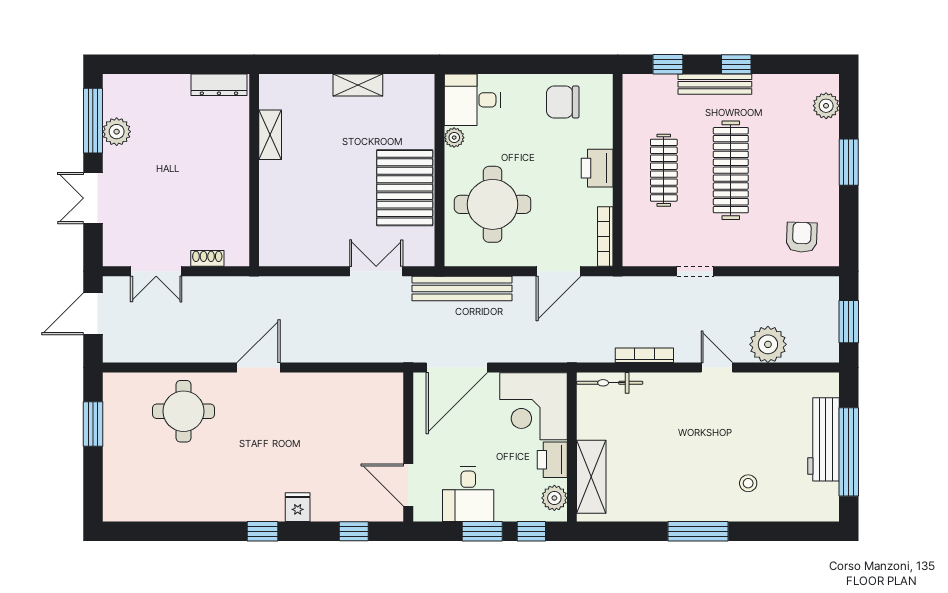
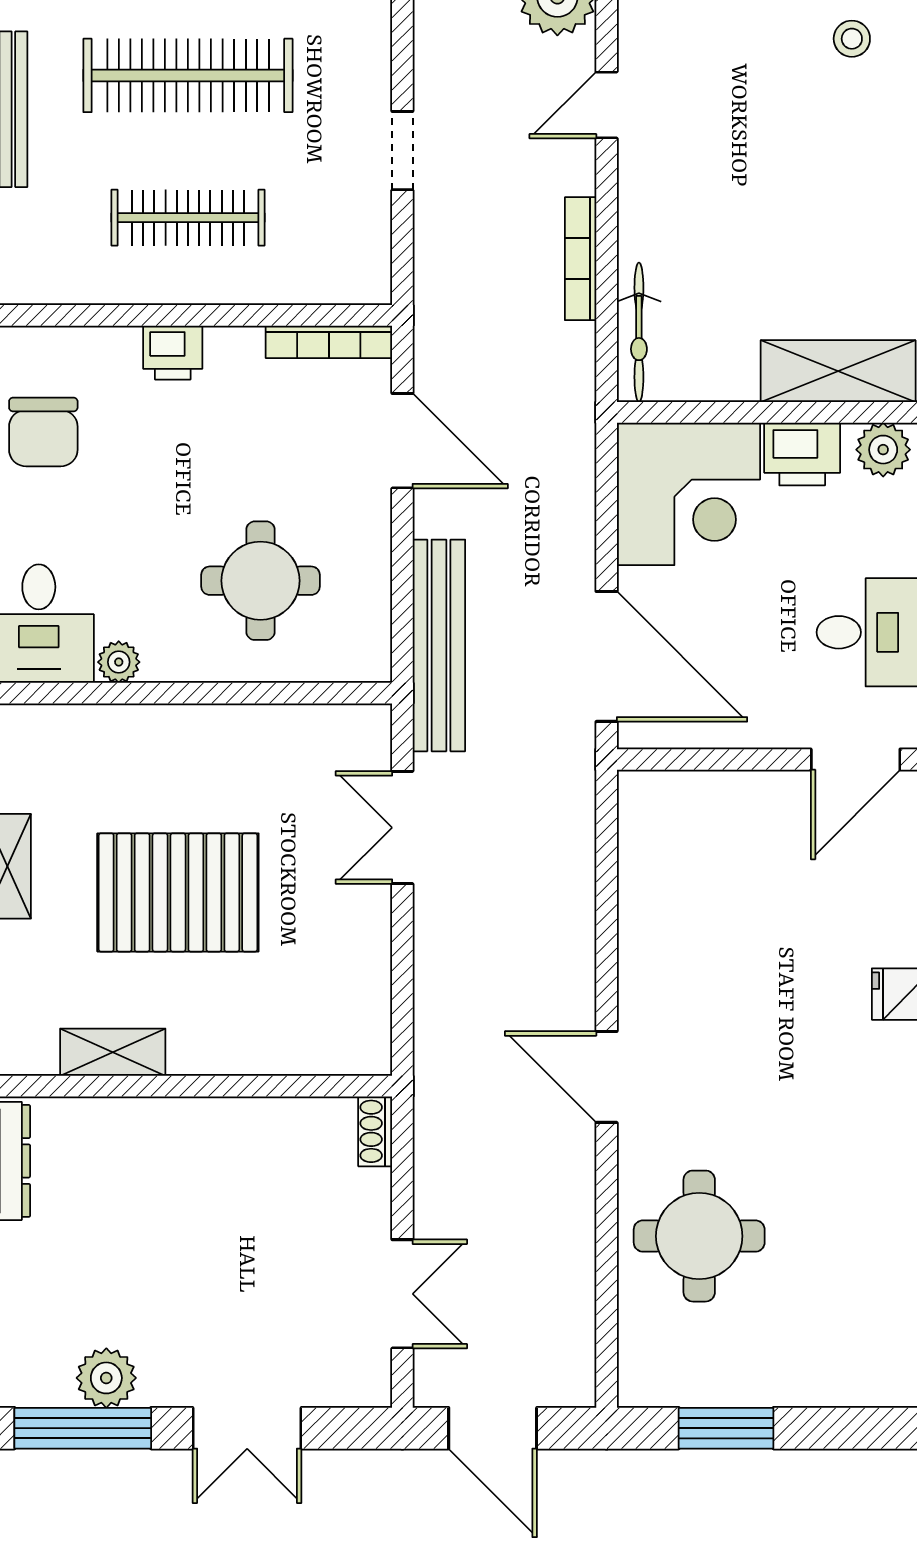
printer: (597, 168) -> (173, 353), width x0.73, depth x0.81
pallet: (405, 188) -> (178, 892), moved
round table: (493, 204) -> (260, 581), width x0.73, depth x0.73
shoe rack: (207, 258) -> (375, 1131), moved

